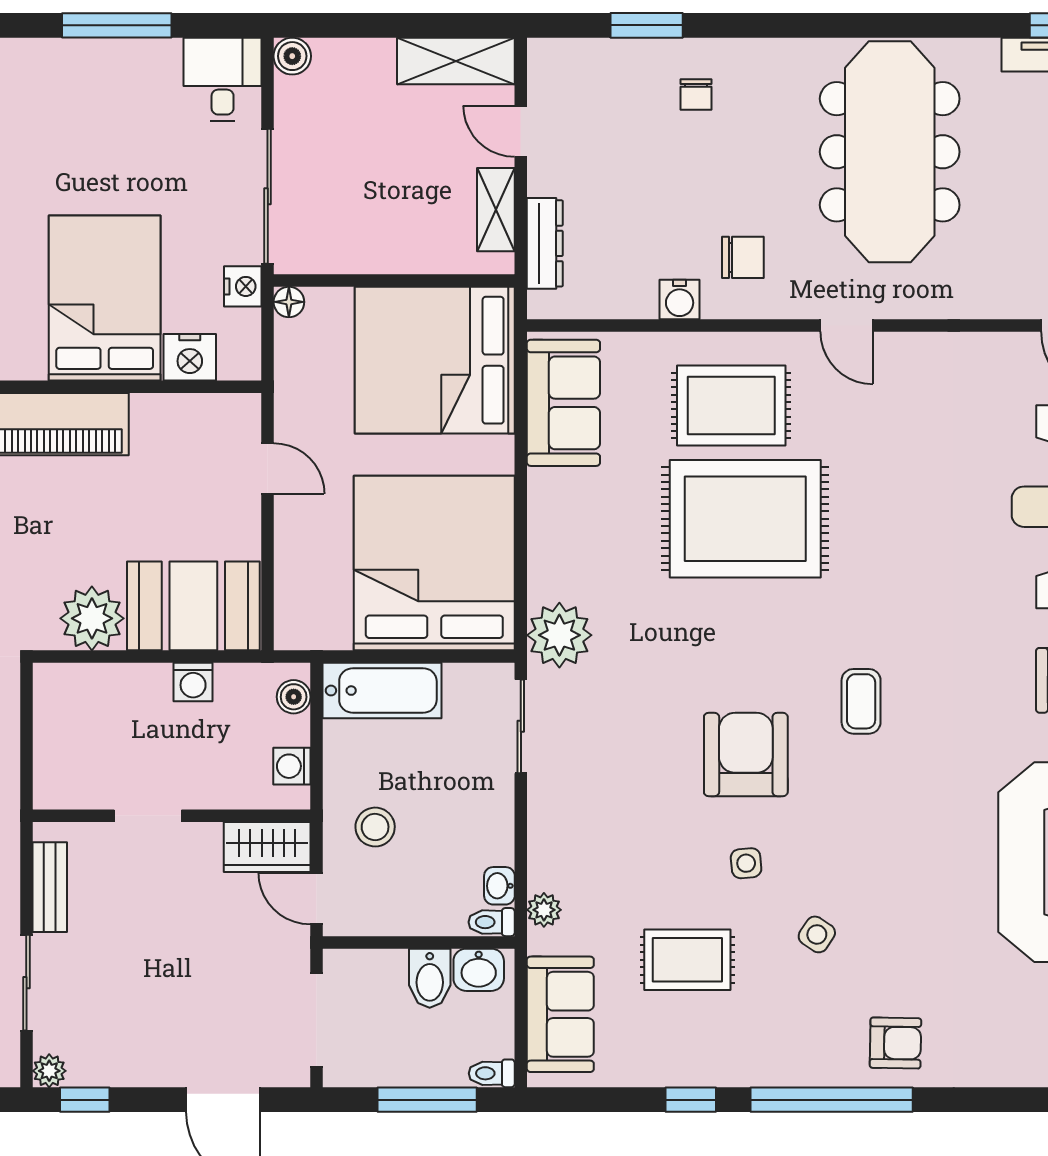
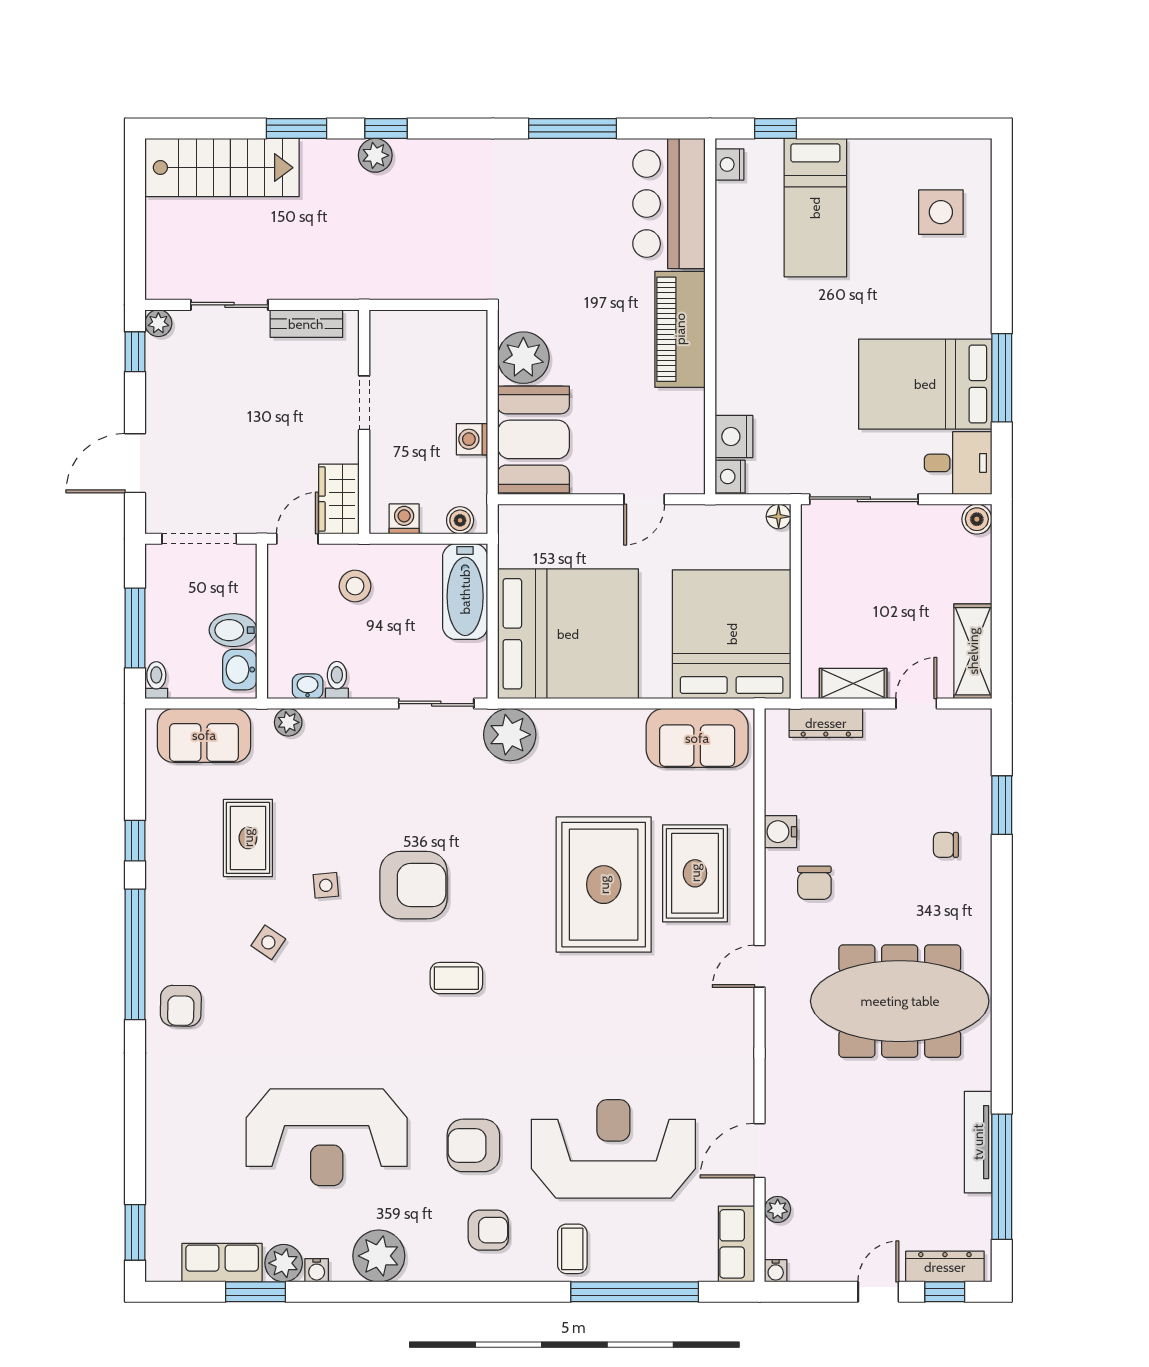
nightstand: (243, 286) -> (730, 477), moved, turned 90
bed: (105, 298) -> (925, 384), moved, turned 180
toilet: (492, 922) -> (337, 680), moved

